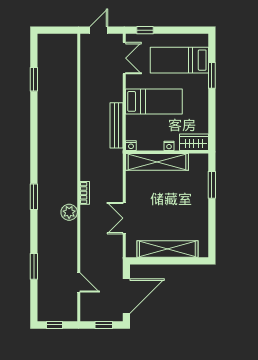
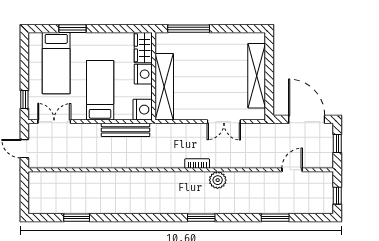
nightstand: (131, 146) -> (143, 110), width x1.89, depth x1.79
nightstand: (169, 146) -> (143, 74), width x1.89, depth x1.79
window: (212, 185) -> (189, 29), width x1.44

